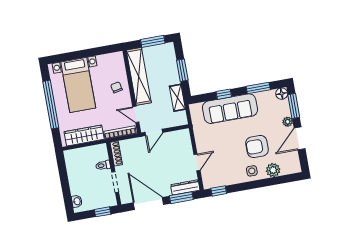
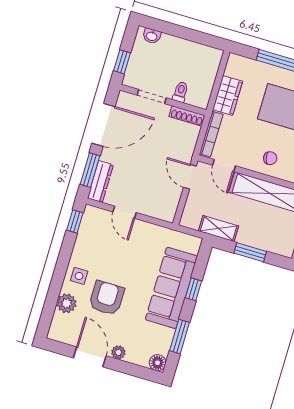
window: (294, 106) -> (134, 370), removed
door: (136, 114) -> (224, 166), swing flipped
wardrobe: (84, 135) -> (228, 95), width x0.67

